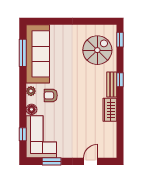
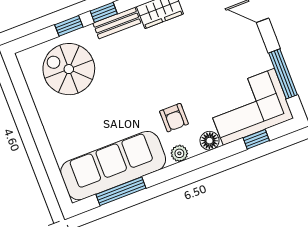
window: (120, 40) -> (69, 26), moved
window: (52, 161) -> (283, 74), width x1.44

